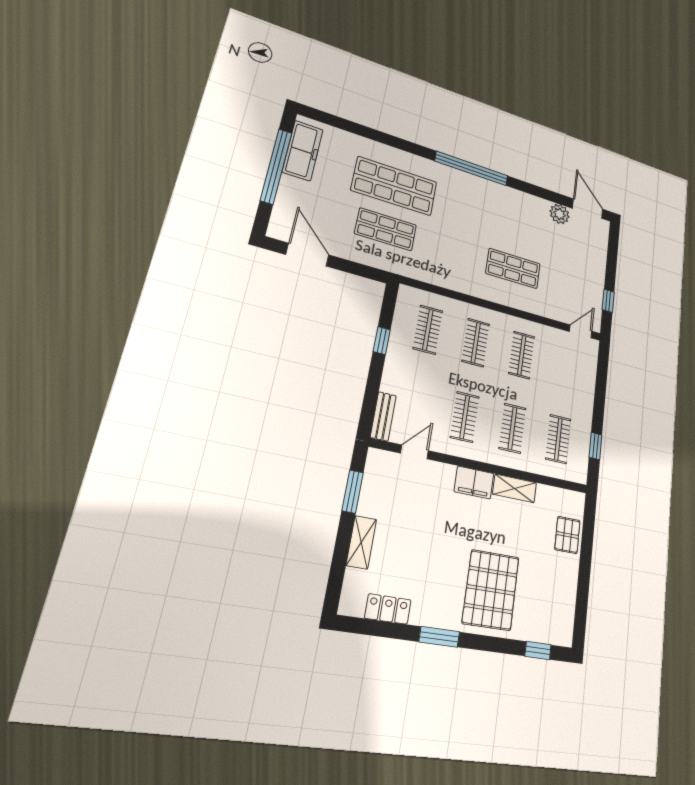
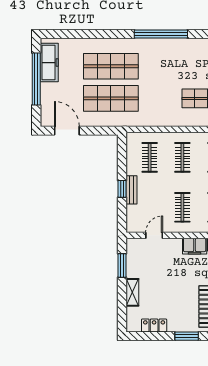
shop shelf: (386, 229) -> (111, 98), width x1.43, depth x1.36
window: (382, 341) -> (122, 189), moved
bench: (383, 416) -> (131, 190), moved

